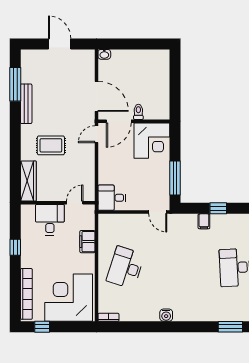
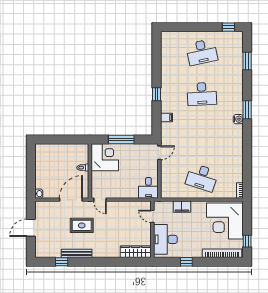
window: (15, 84) -> (62, 262), width x0.46
door: (119, 121) -> (90, 183), removed
rug: (51, 145) -> (82, 225), moved, turned 90
window: (175, 178) -> (121, 140), moved
window: (218, 208) -> (157, 94), moved
desk: (50, 220) -> (165, 239), width x1.37
water cooler: (166, 315) -> (238, 119), moved
window: (230, 327) -> (247, 110), moved

